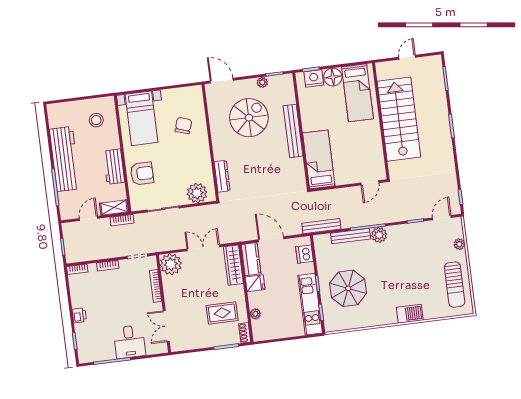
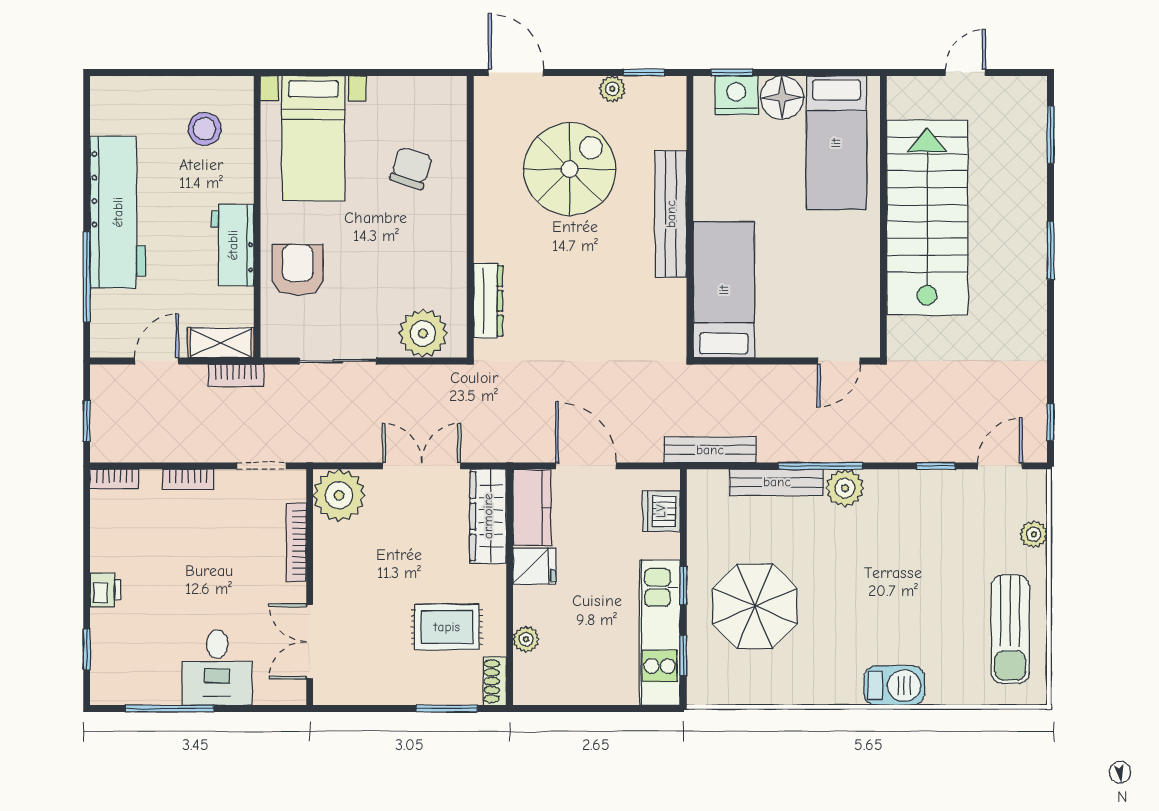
armchair: (142, 173) -> (298, 270), turned -90

